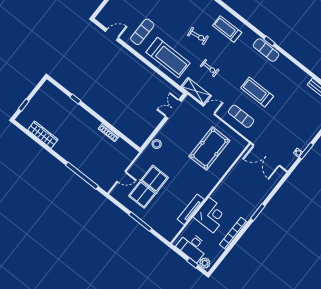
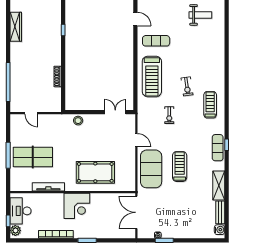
shelving: (196, 91) -> (219, 185), moved
exercise mat: (241, 116) -> (151, 169), width x2.00, depth x1.45
pool table: (209, 148) -> (95, 172), moved
table tennis table: (148, 187) -> (33, 157), moved
corner desk: (211, 215) -> (77, 206), moved

